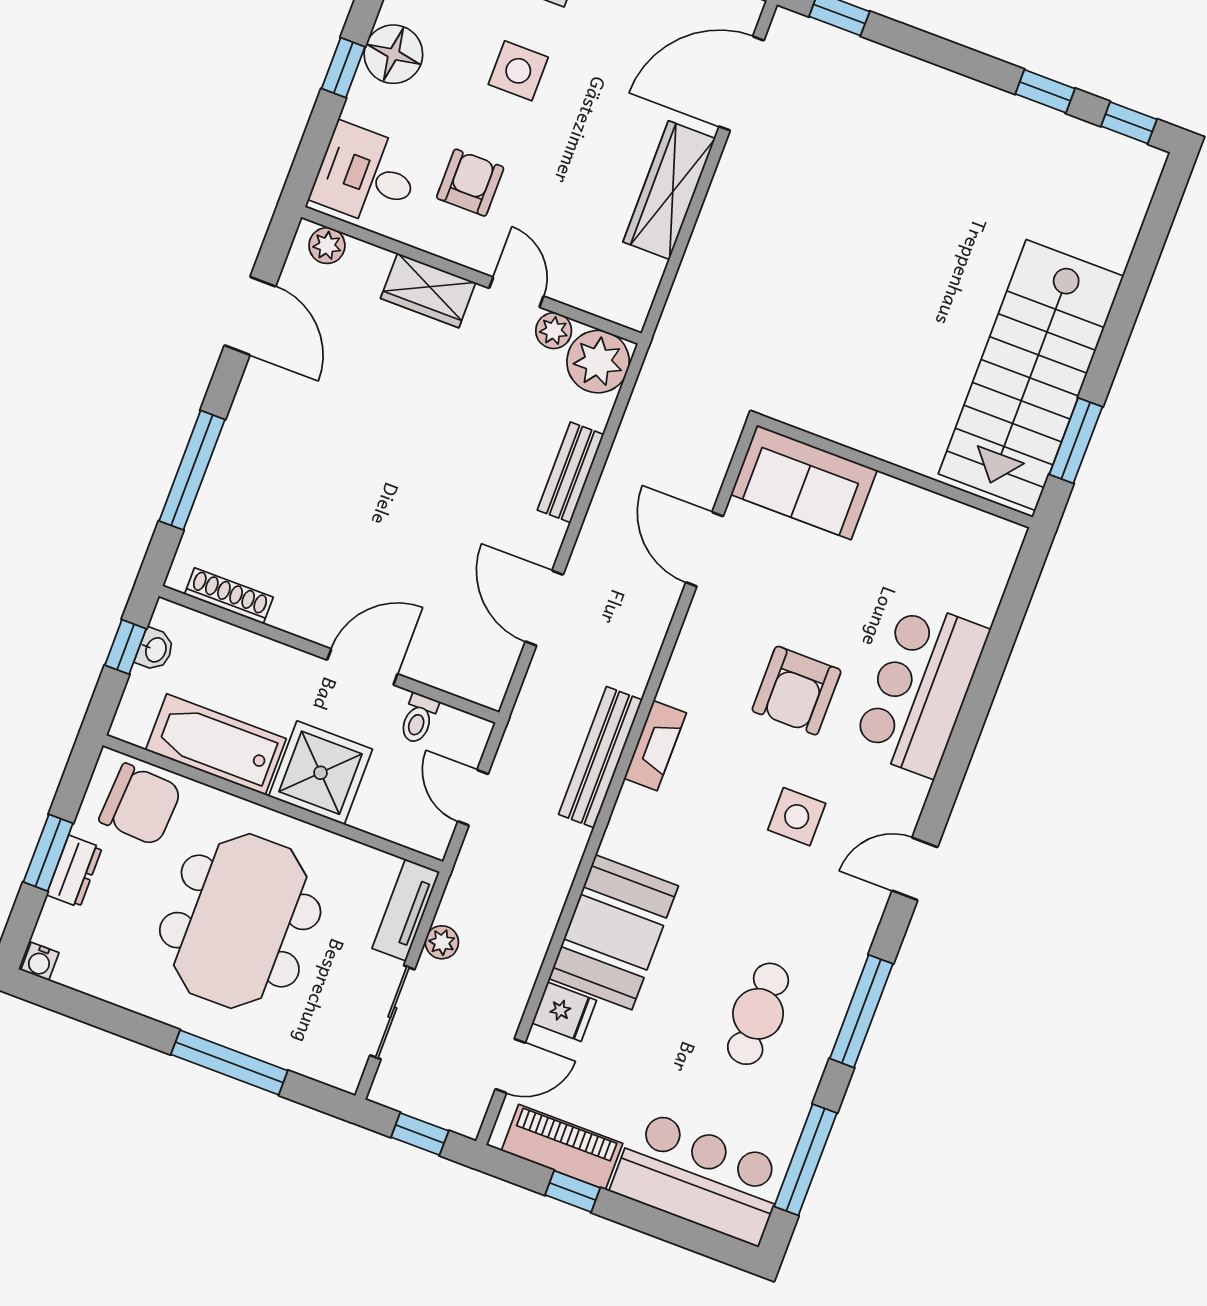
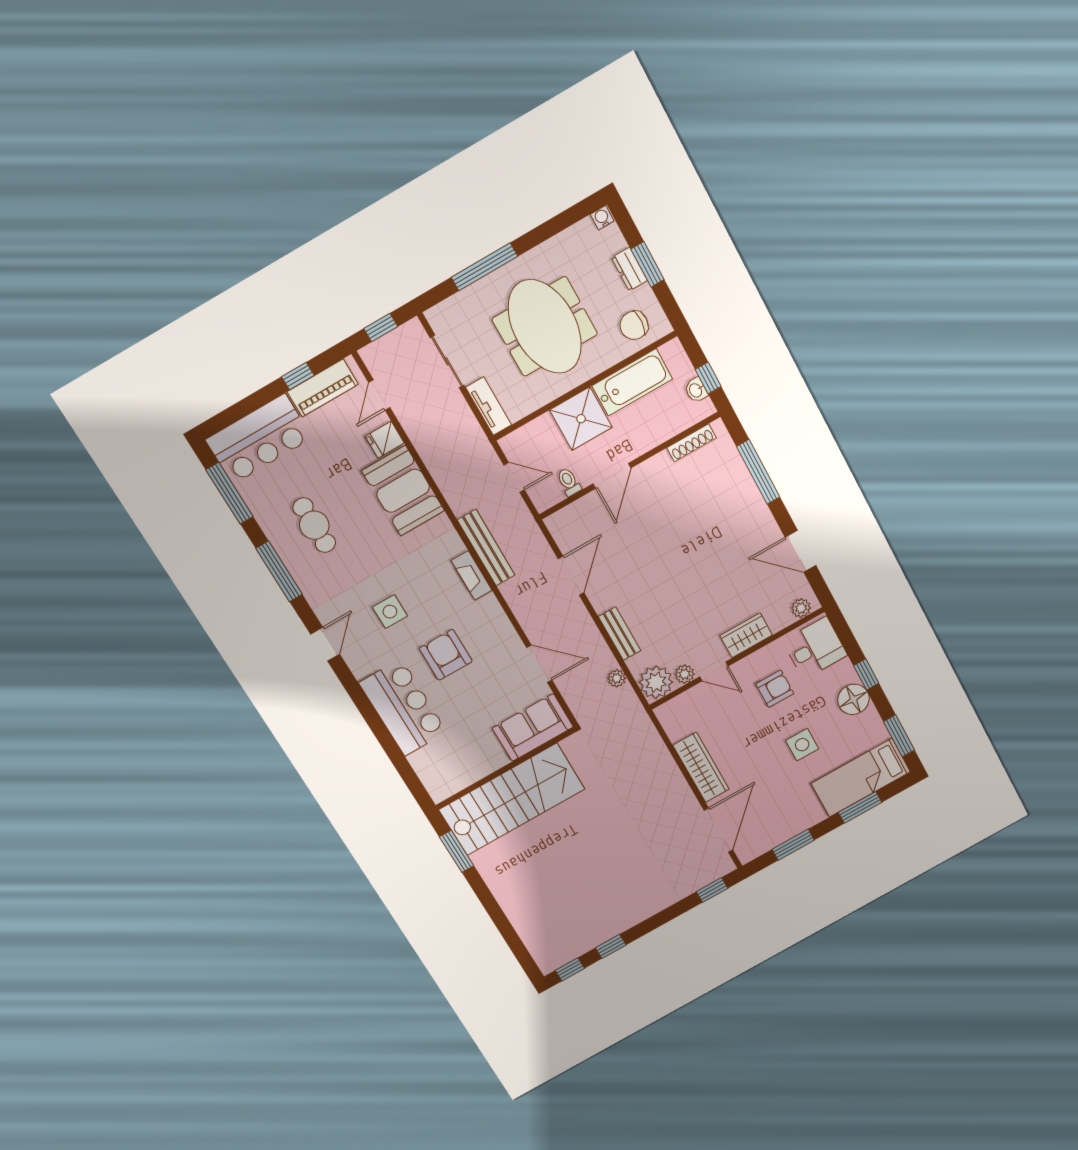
armchair: (470, 183) -> (775, 689), turned -90
stairs: (1031, 375) -> (512, 799), moved, turned 90
door: (544, 608) -> (571, 576), hinge flipped
chair: (140, 805) -> (634, 325), width x0.73, depth x0.73
plant: (442, 942) -> (617, 678), moved

